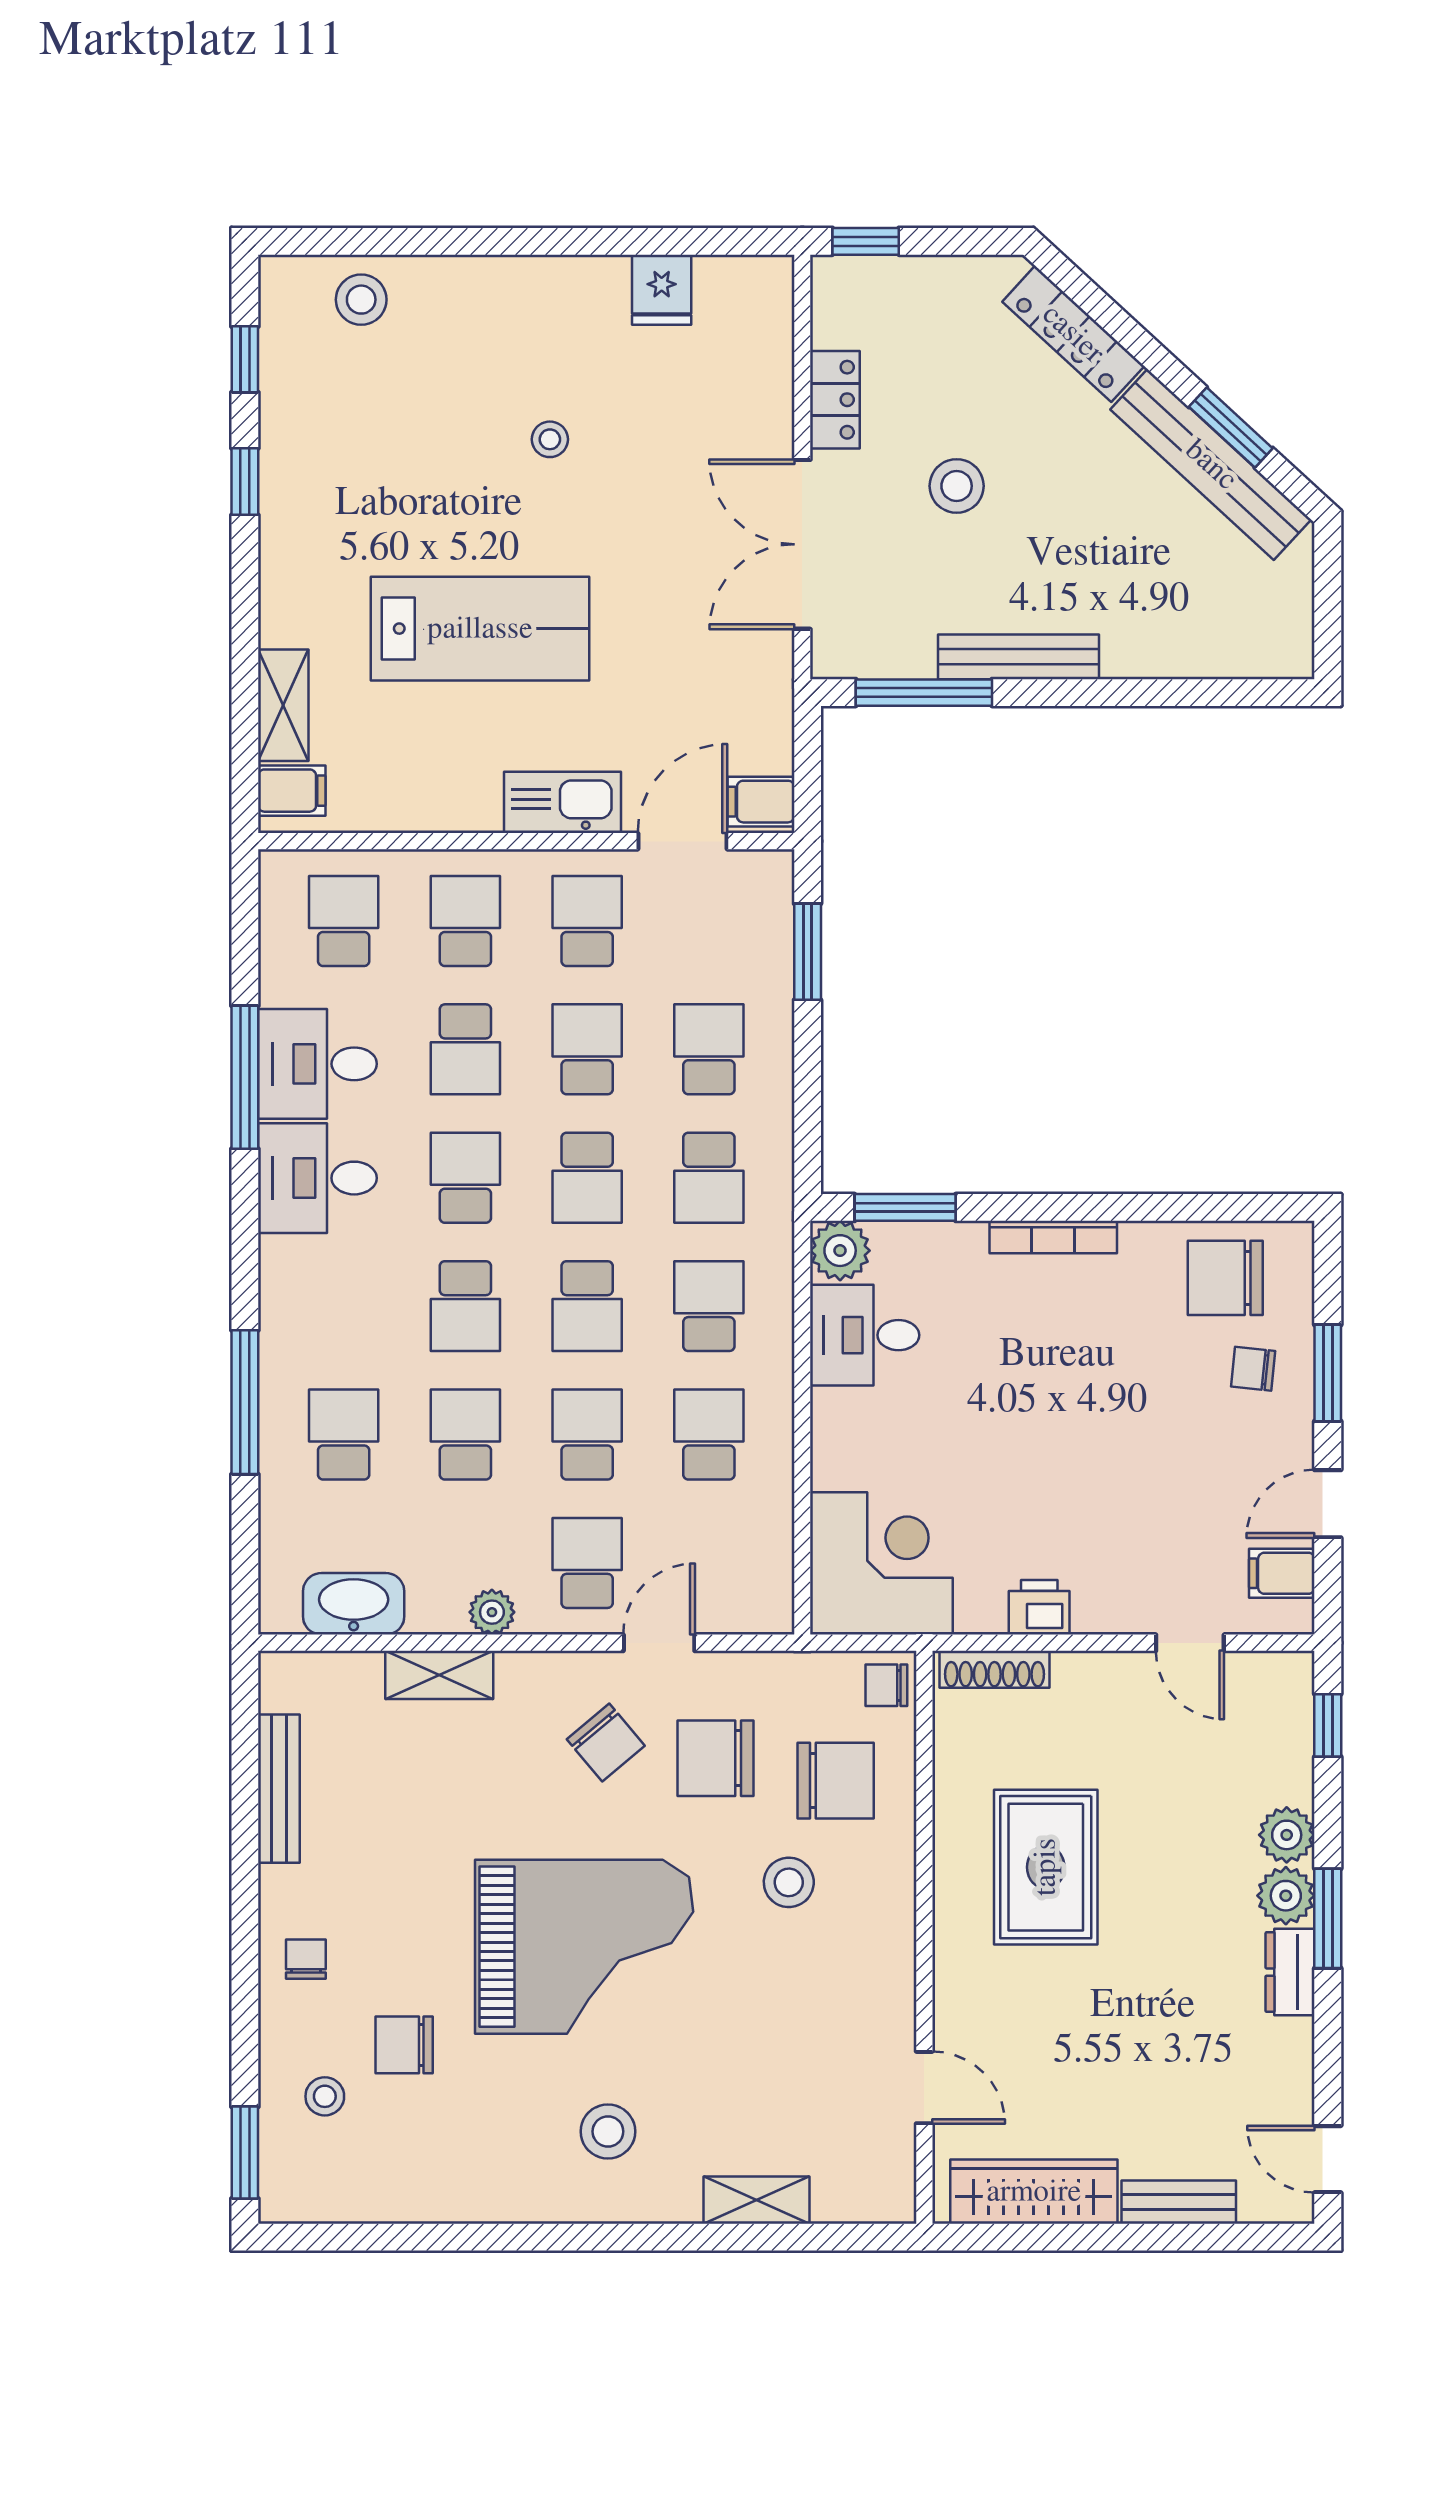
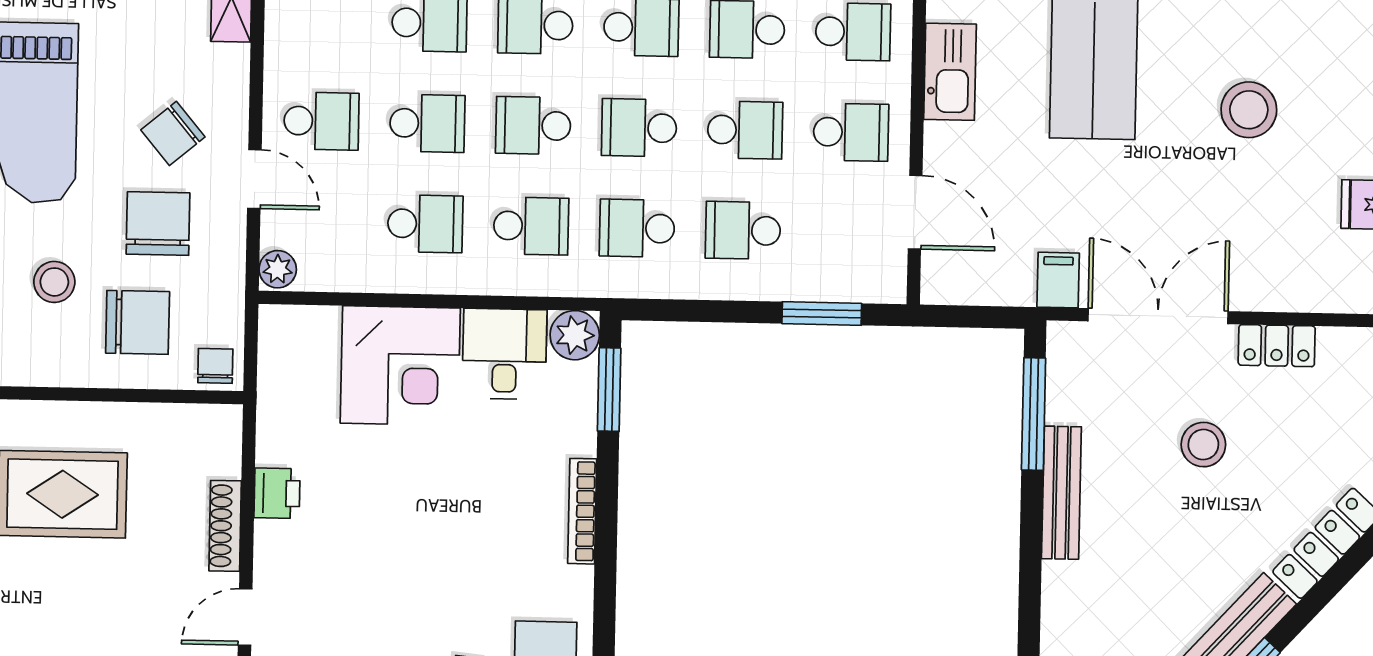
stool: (550, 439) -> (1249, 110), width x1.89, depth x1.89
kitchen sink: (562, 802) -> (950, 72), moved
filing cabinet: (761, 802) -> (1058, 280), moved
school desk: (709, 1049) -> (743, 230), turned 180
corner desk: (881, 1563) -> (400, 366), moved
plant: (492, 1612) -> (278, 269), moved
shoe rack: (994, 1669) -> (225, 526), moved
chair: (836, 1781) -> (138, 322), turned -90

